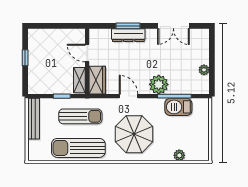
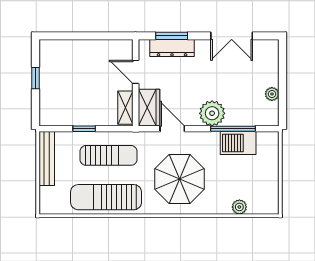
door: (87, 53) -> (136, 72), moved
wall: (87, 61) -> (136, 83), moved
shelving: (79, 80) -> (125, 108), moved
wardrobe: (97, 80) -> (149, 108), moved

